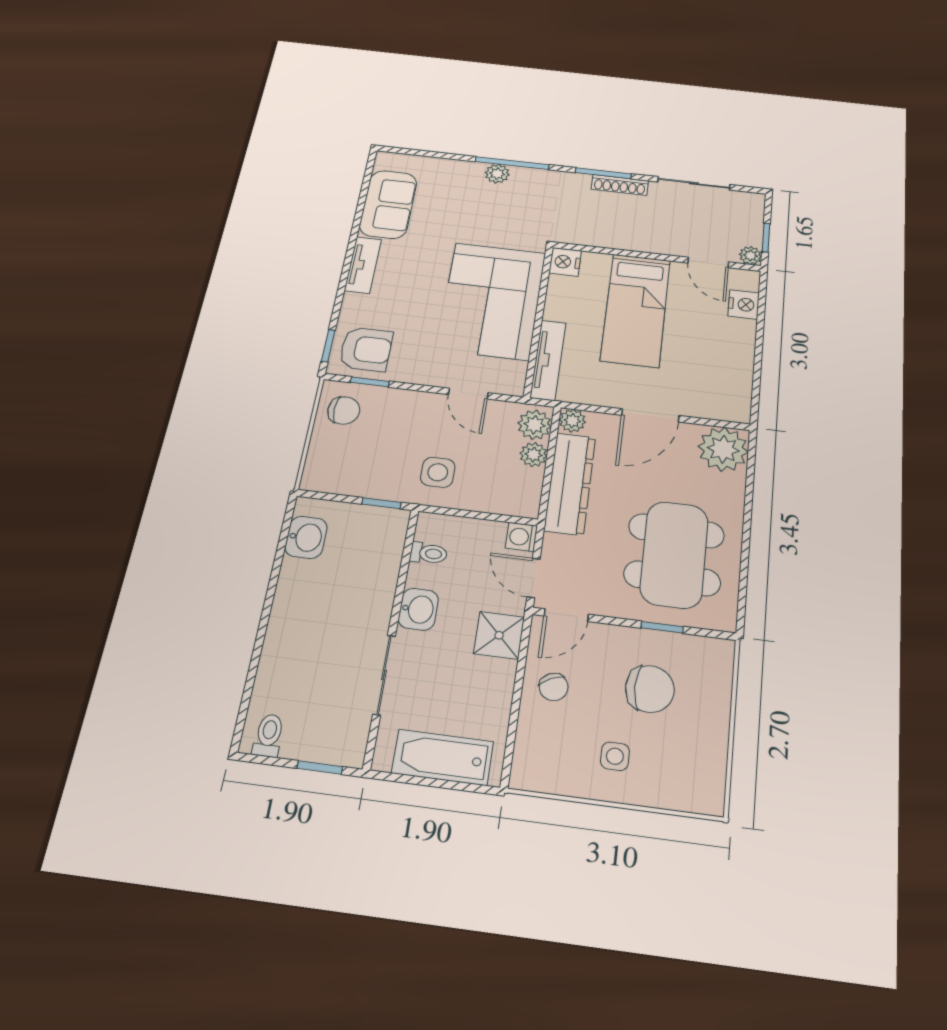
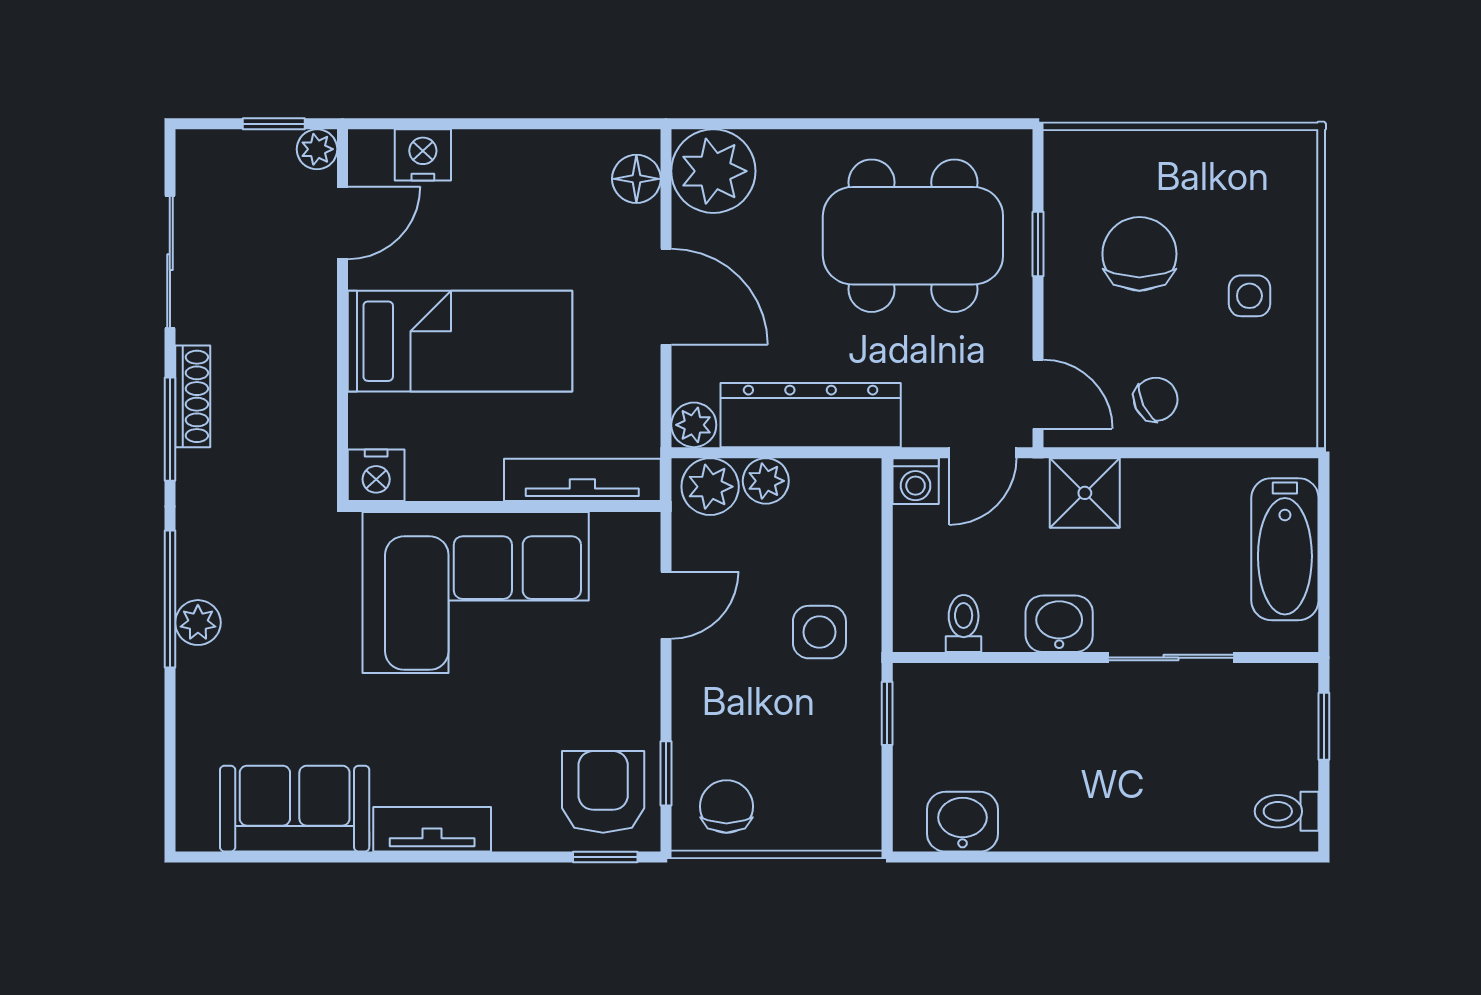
floor lamp: (722, 408) -> (636, 179), added

